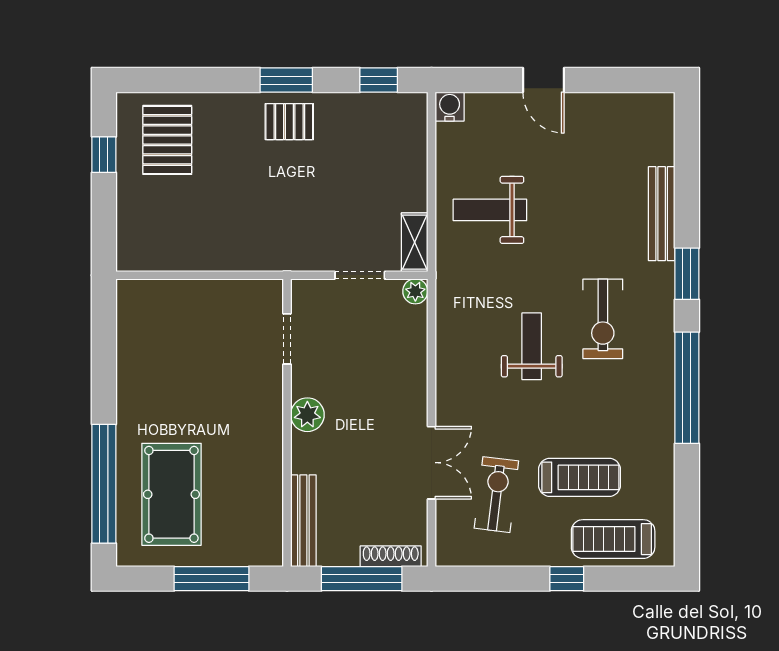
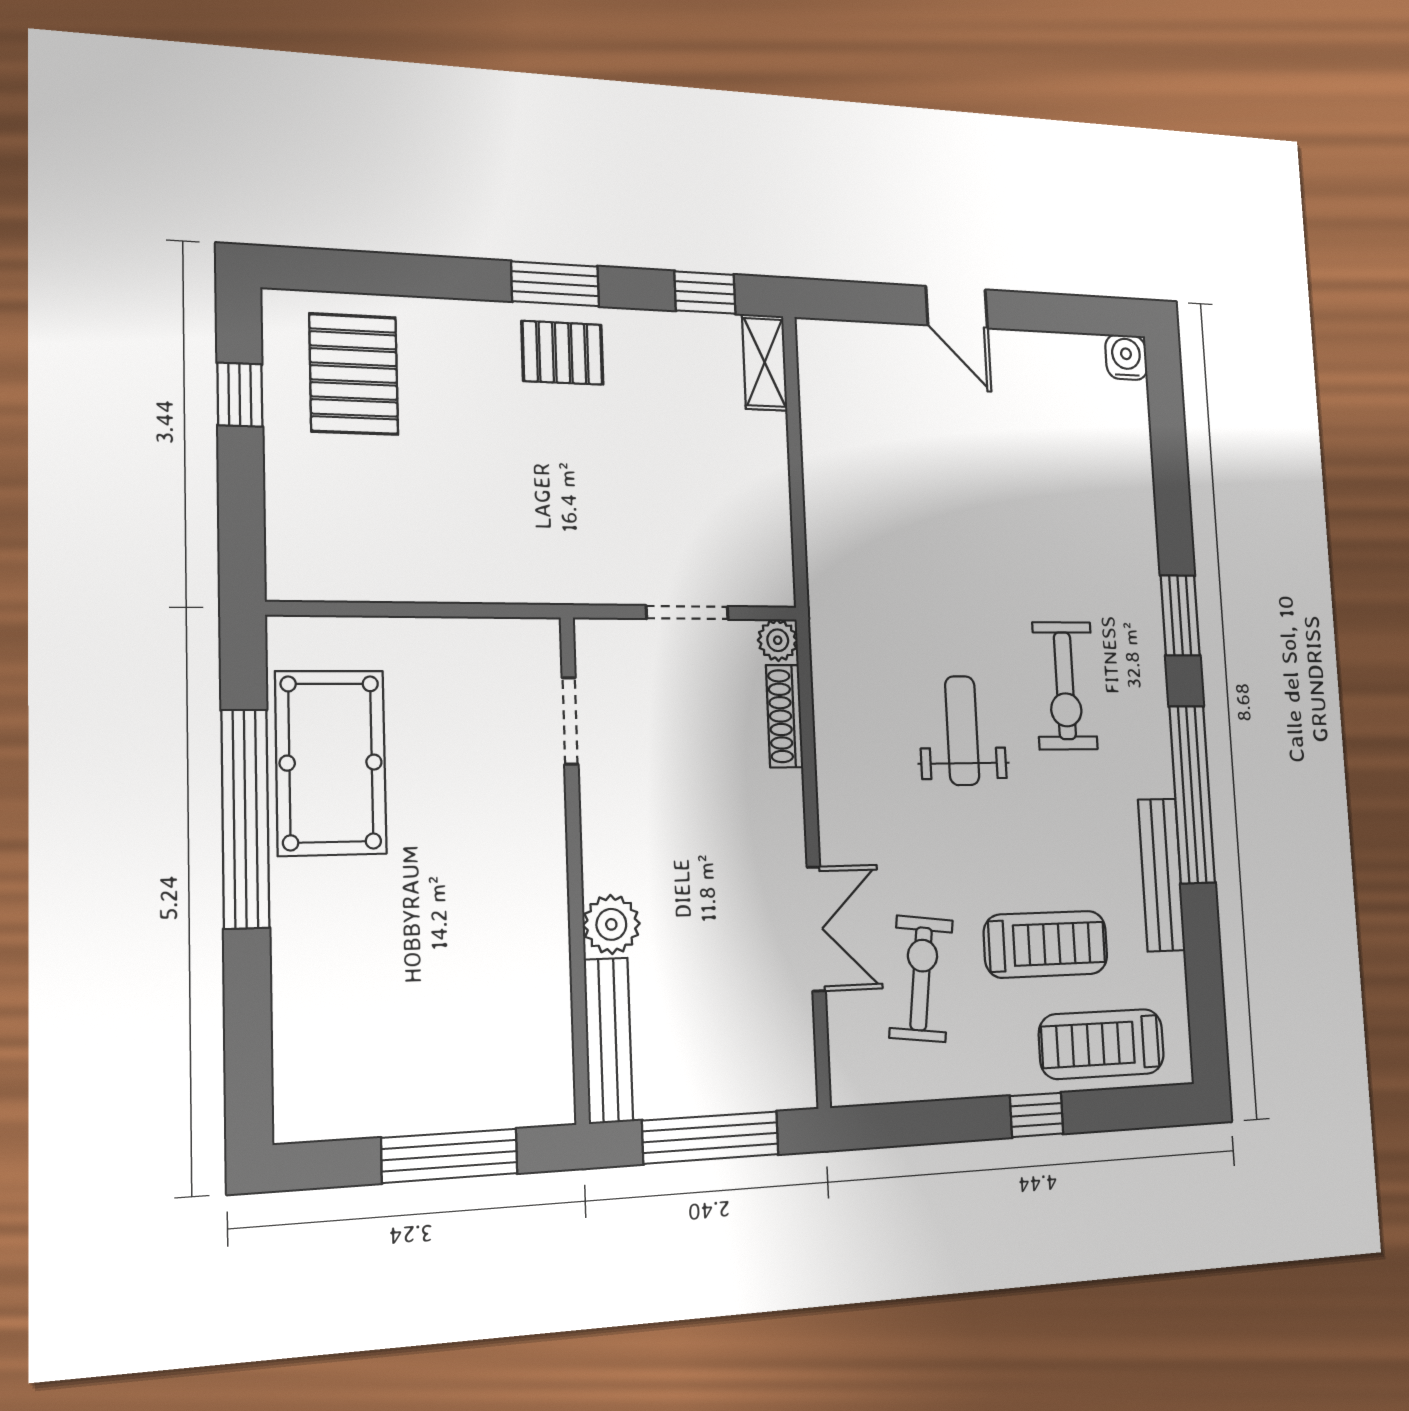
water cooler: (450, 107) -> (1126, 357), moved
weight bench: (490, 210) -> (887, 509), removed
bench: (662, 214) -> (1162, 875), moved
shelving: (415, 242) -> (765, 362), moved
plant: (307, 415) -> (611, 924), moved
window: (104, 484) -> (245, 819), moved
pool table: (171, 494) -> (331, 763), moved
shoe rack: (391, 556) -> (785, 716), moved, turned -90

